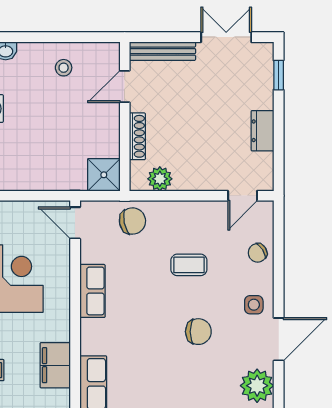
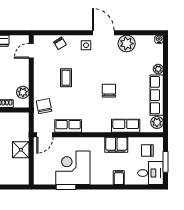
shower: (104, 175) -> (21, 150), moved
door: (243, 196) -> (31, 51), swing flipped
row of seats: (92, 291) -> (68, 126), moved
chair: (198, 332) -> (109, 91), moved

